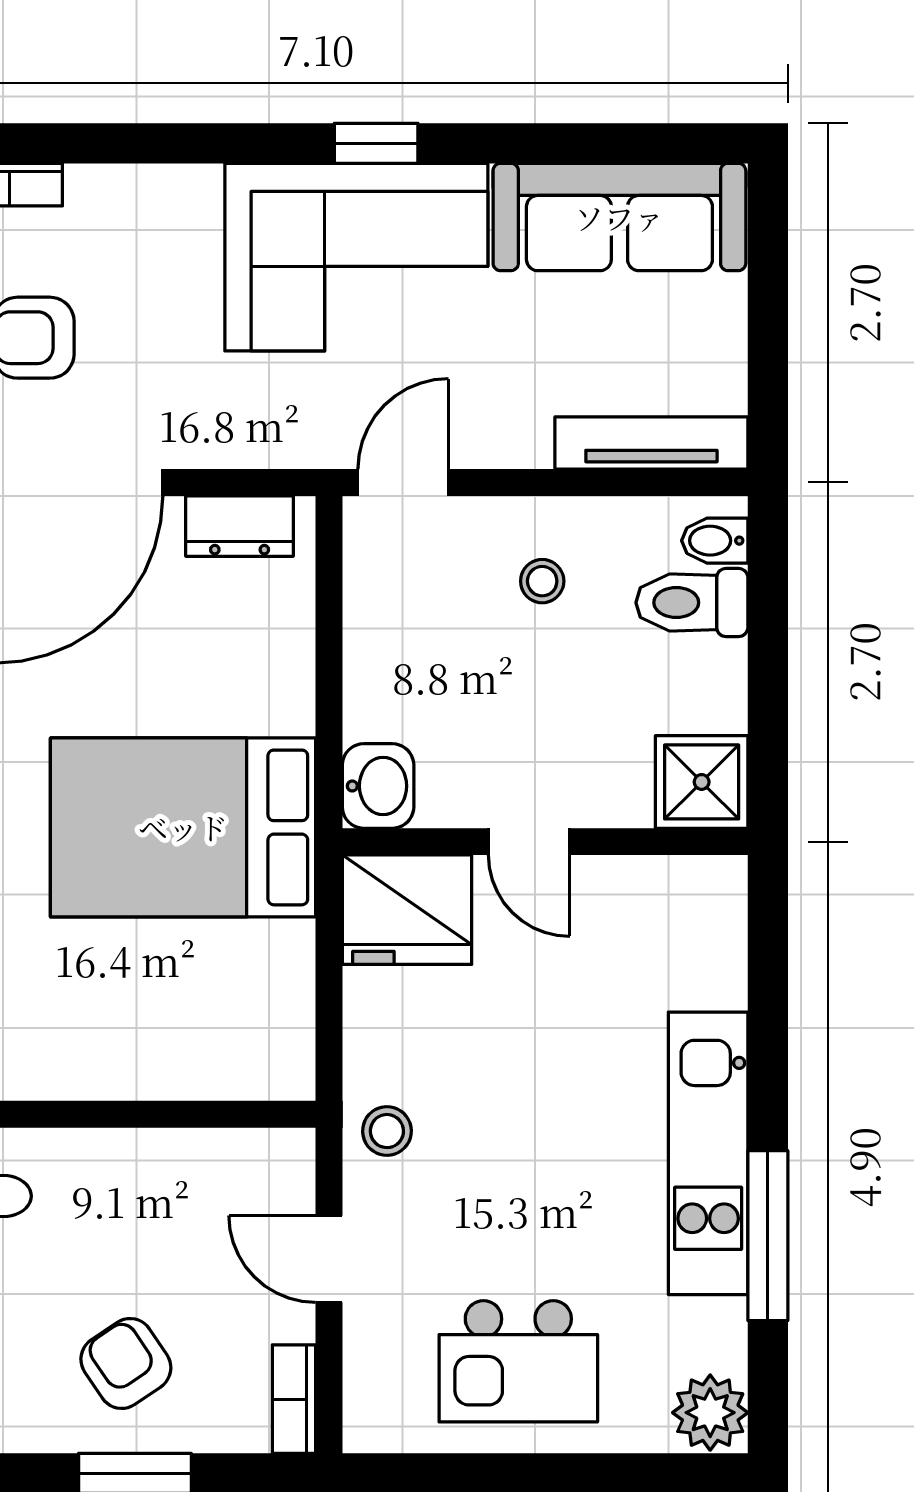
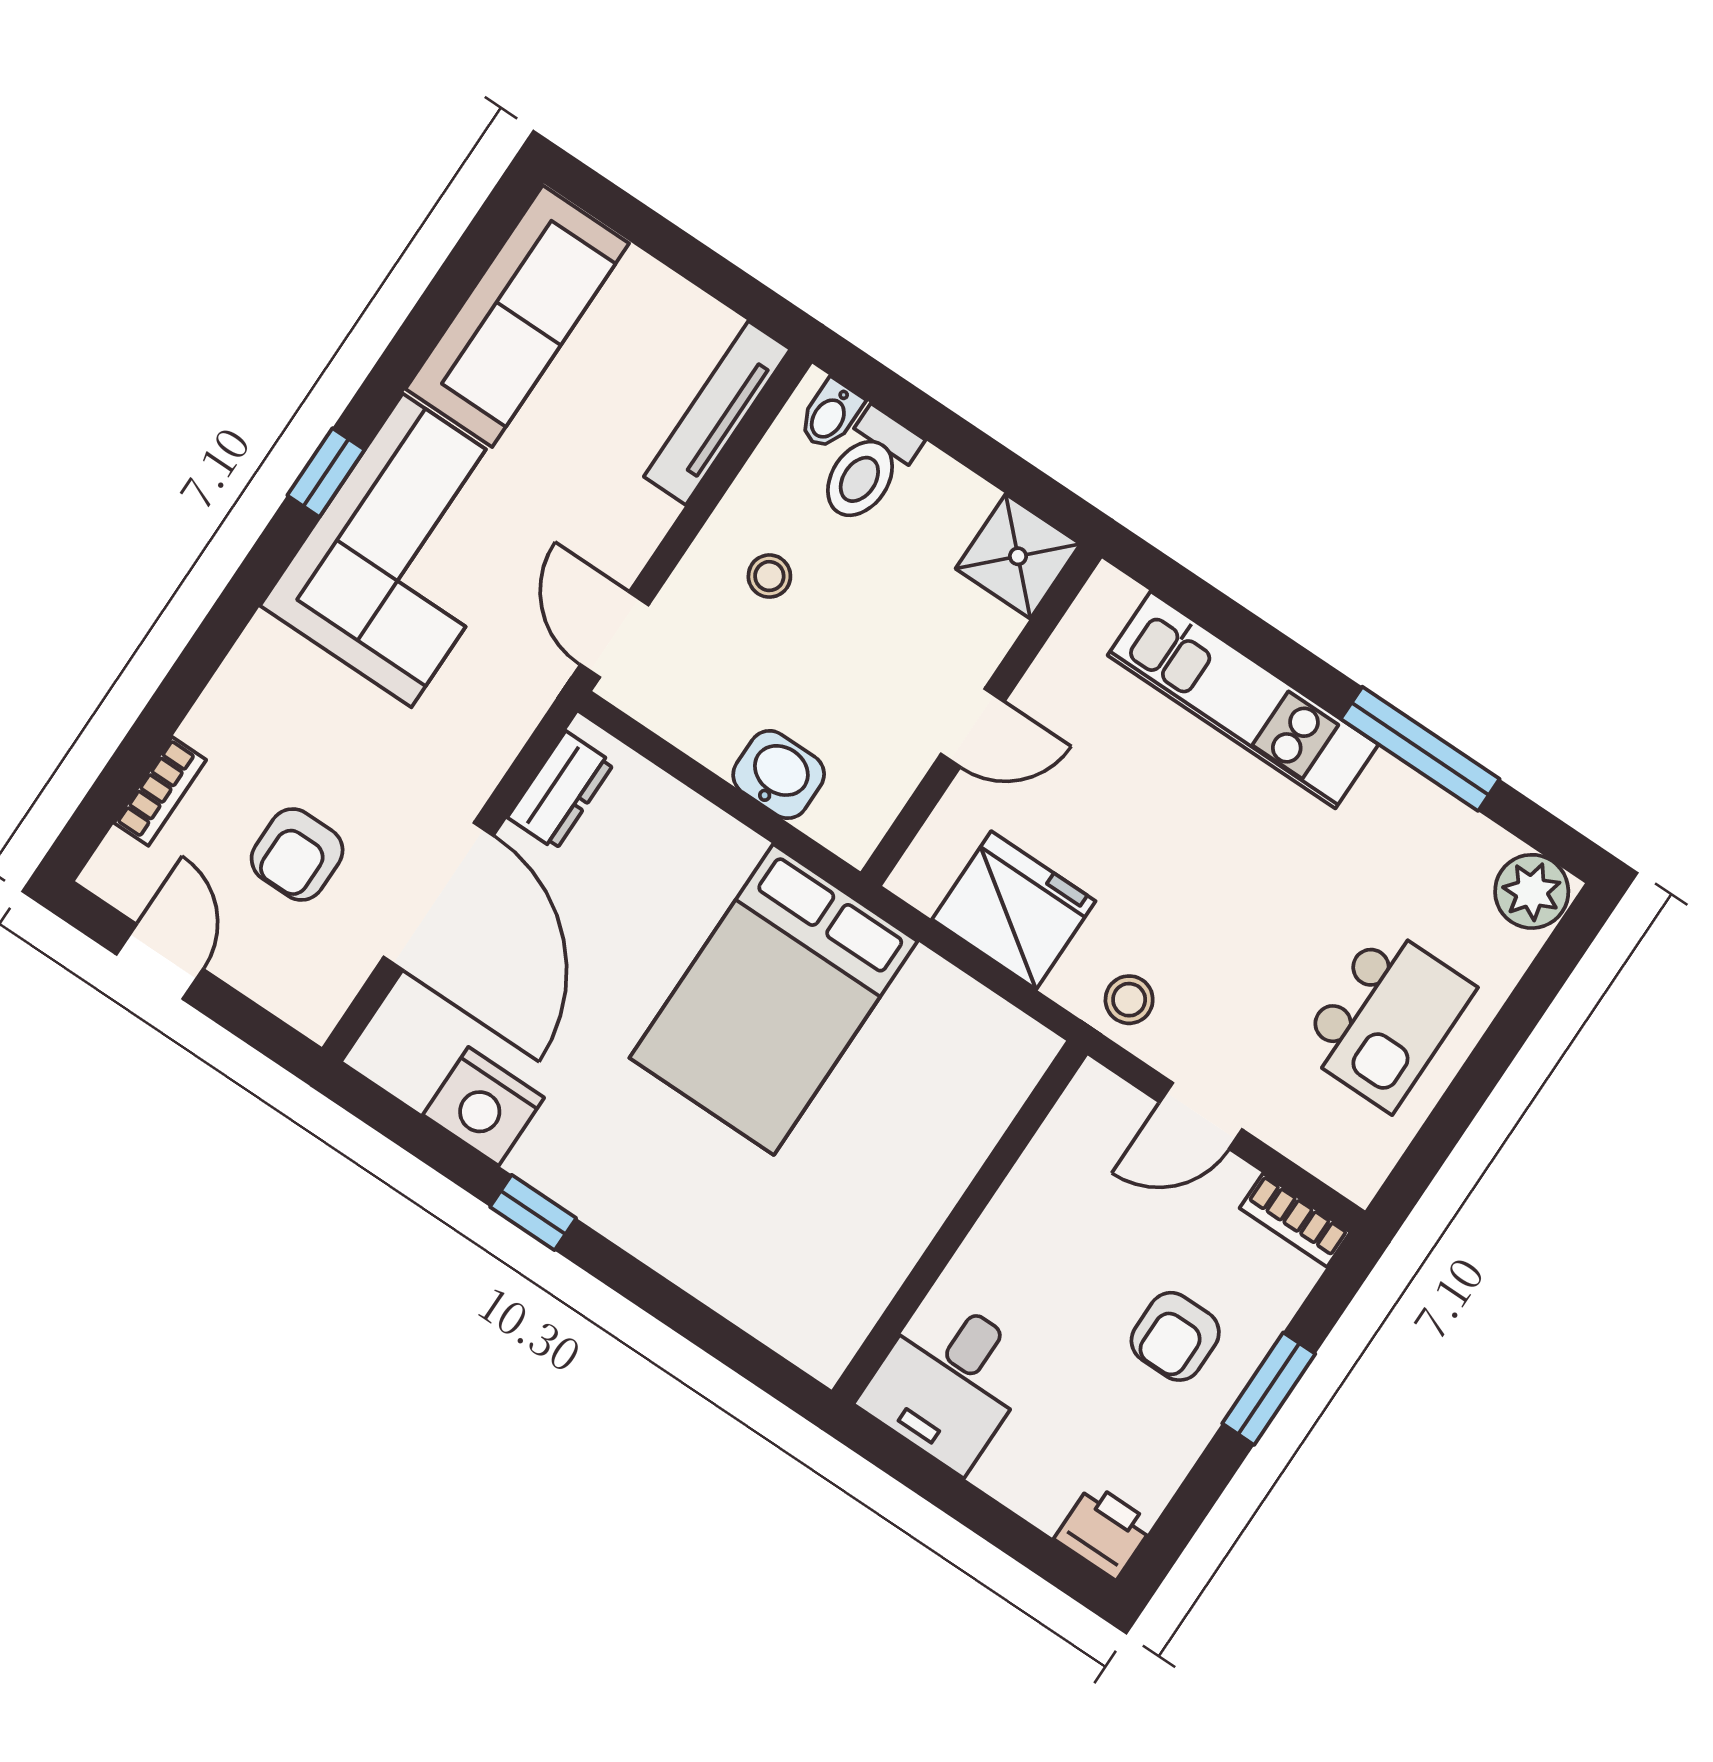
washbasin: (378, 786) -> (779, 775), moved
fridge: (407, 910) -> (1014, 910), moved, turned -90
kitchen unit: (708, 1153) -> (1243, 700), moved
armchair: (126, 1363) -> (1175, 1336), turned -56

